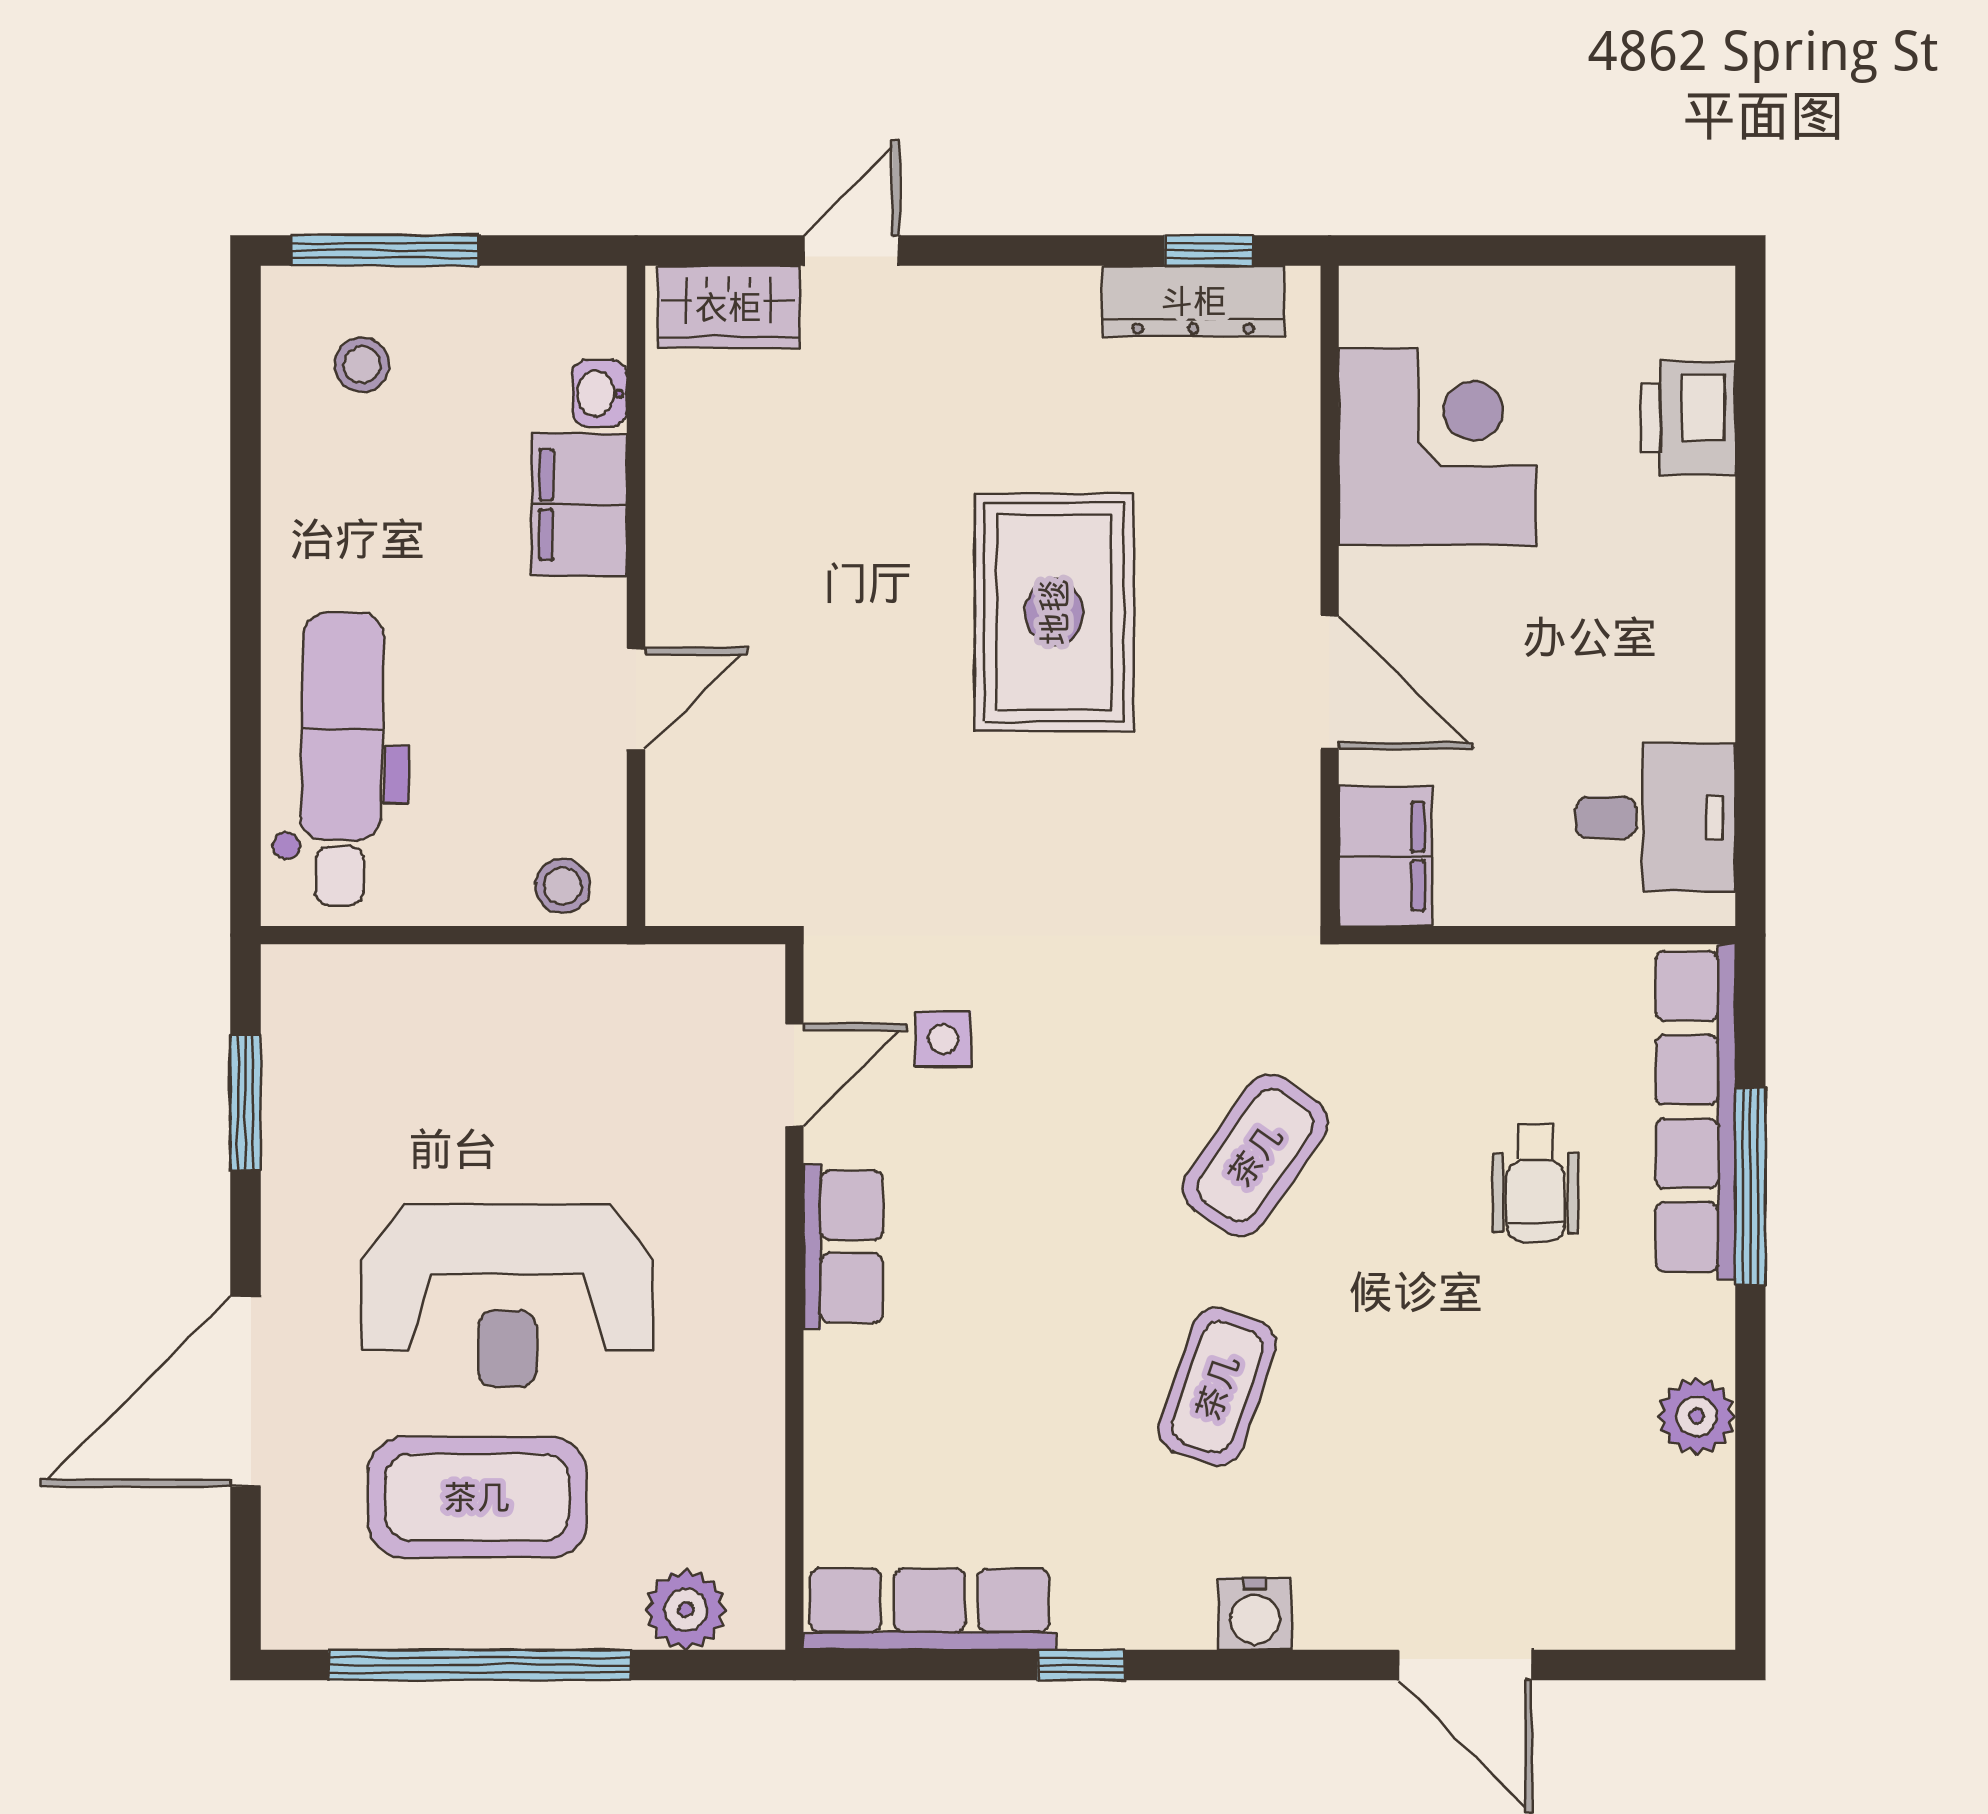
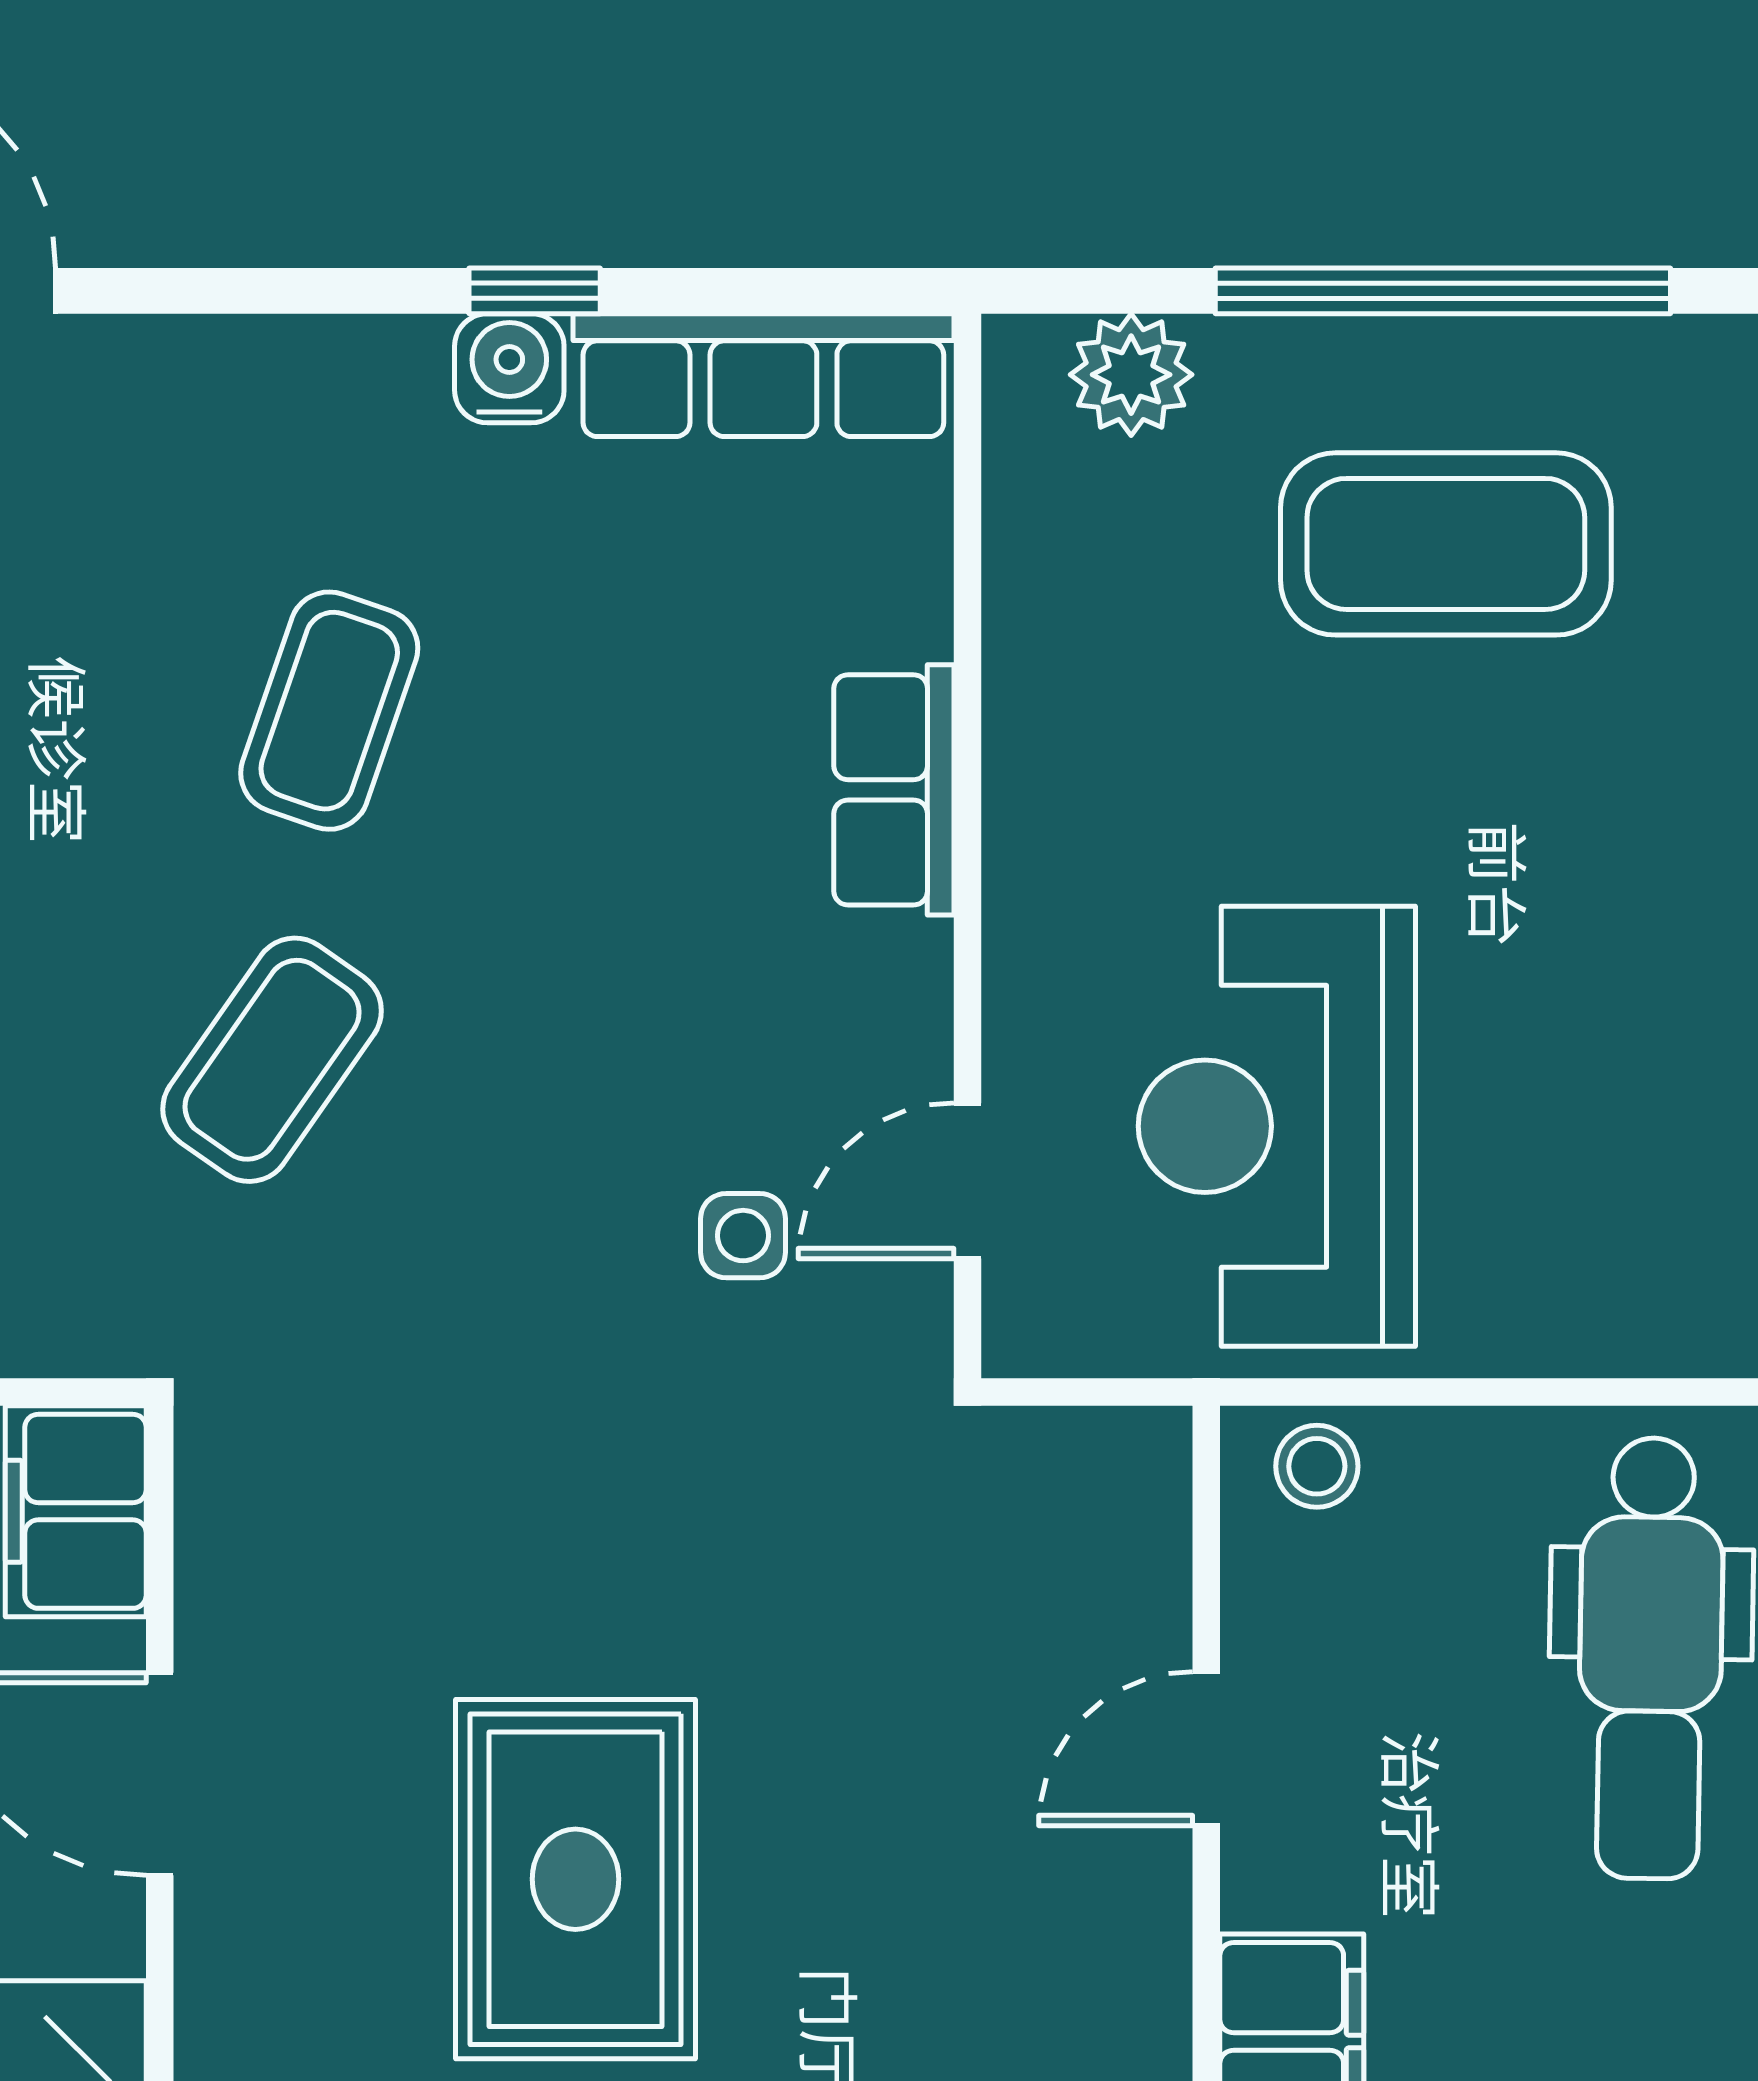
row of seats: (843, 1247) -> (894, 790), moved
reception desk: (507, 1296) -> (1277, 1126), moved, turned -90
water cooler: (1255, 1614) -> (509, 368), moved

